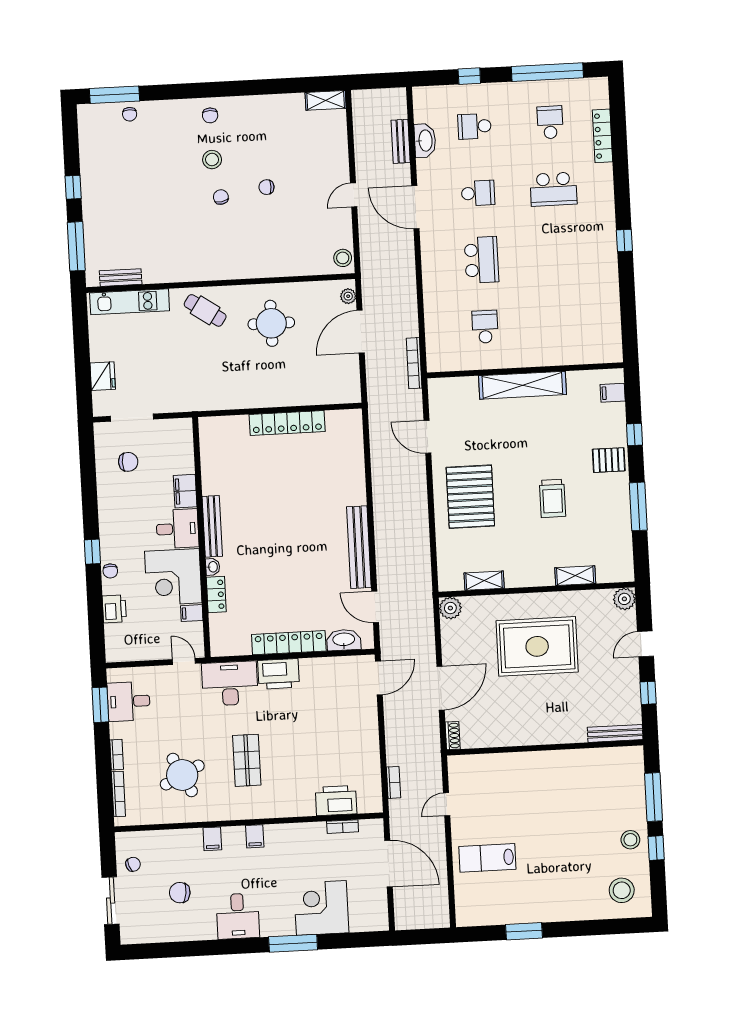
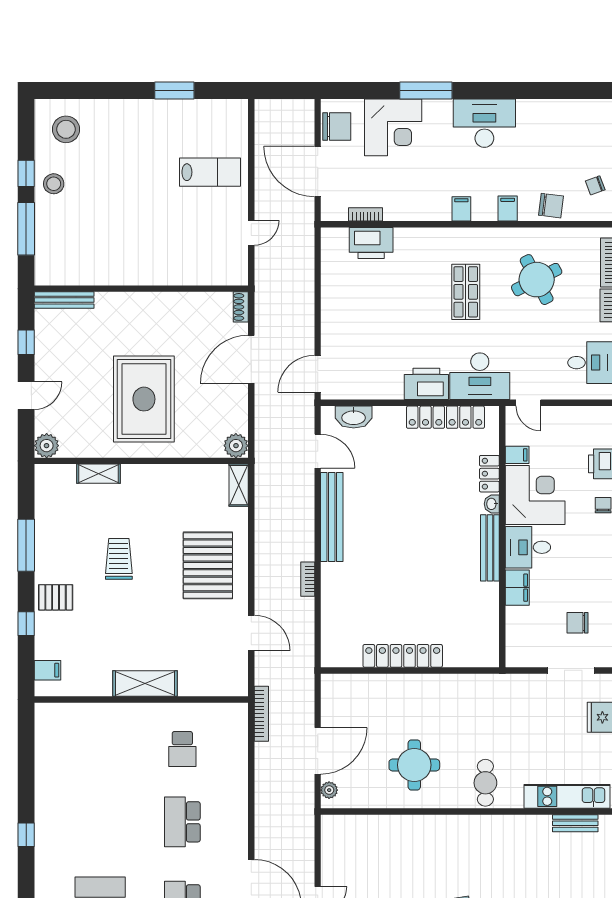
stool: (343, 258) -> (333, 832), removed
cafe table: (205, 310) -> (485, 783), turned 56
shelving: (522, 385) -> (145, 684), width x0.68
shelving: (484, 581) -> (239, 485), moved, turned 90
locker: (289, 643) -> (445, 417), moved
rug: (537, 646) -> (144, 399), turned 90
bookcase: (394, 782) -> (308, 579), moved
chair: (180, 893) -> (551, 206), moved
chair: (373, 906) -> (337, 126), added
desk: (238, 916) -> (484, 123), width x1.37

